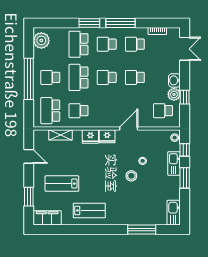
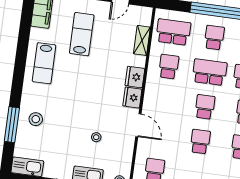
stool: (131, 176) -> (36, 119), moved

